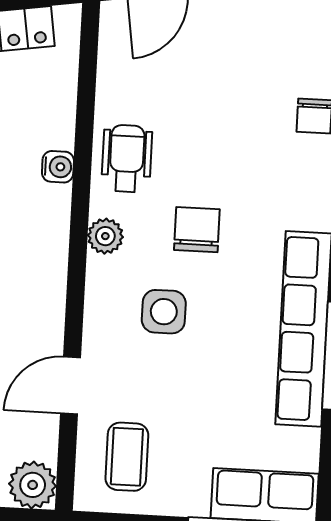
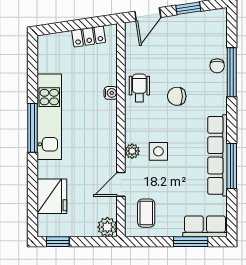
chair: (197, 230) -> (177, 96), moved, turned -90
plant: (105, 236) -> (132, 151), moved

